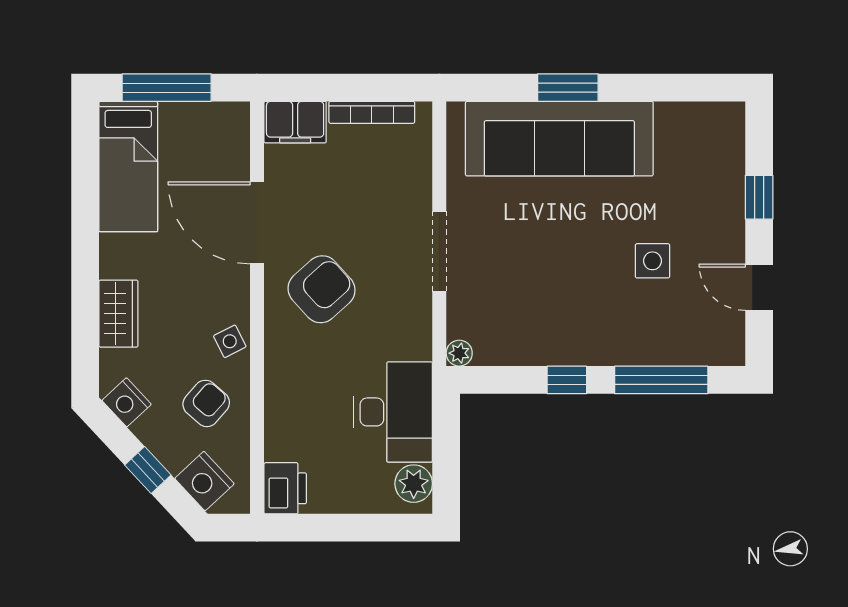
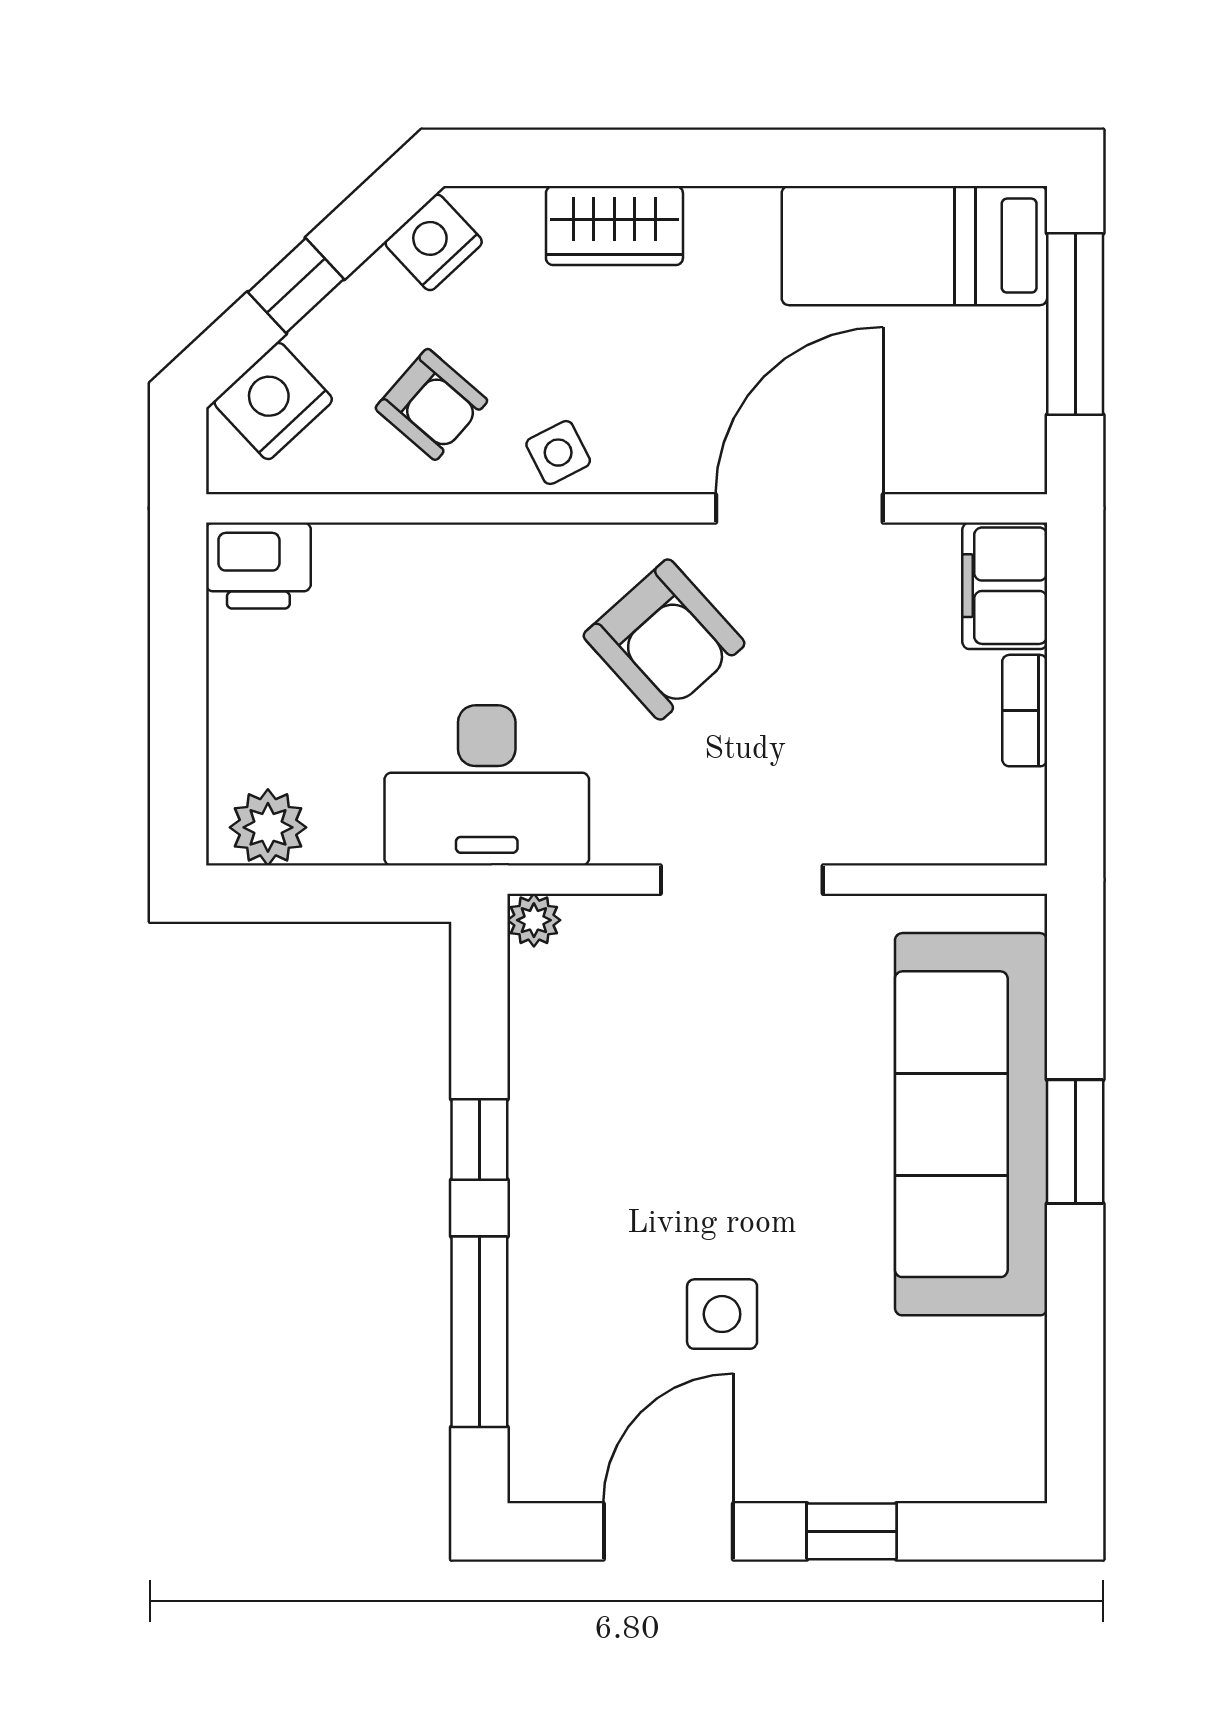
bookcase: (372, 112) -> (1025, 711), width x0.64
door: (759, 287) -> (668, 1531), width x1.38
desk: (393, 412) -> (487, 785), moved

